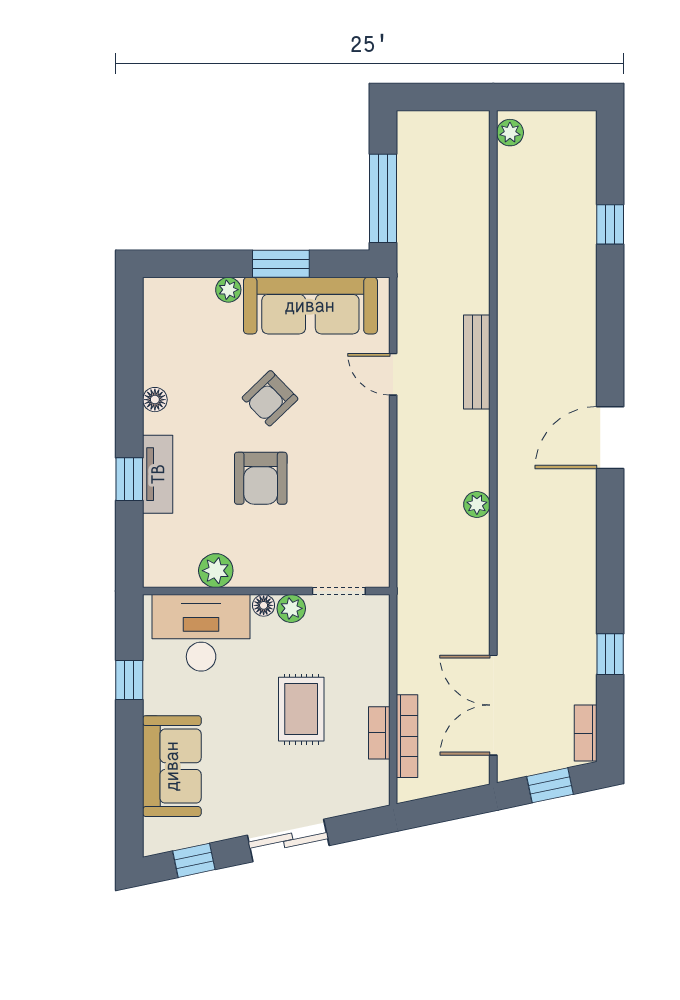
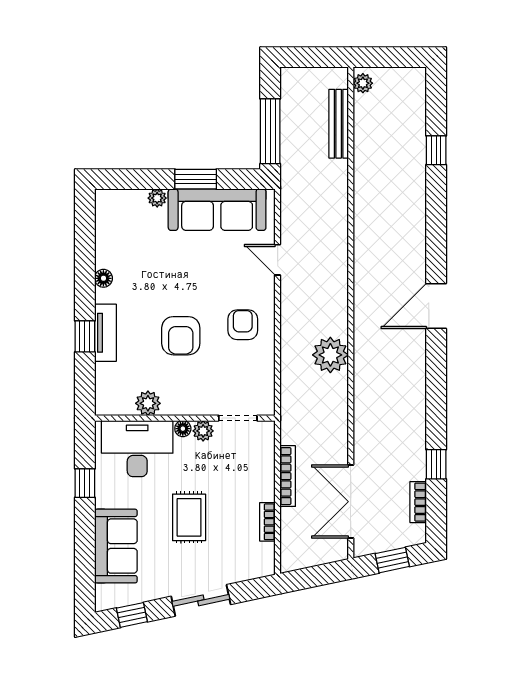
bench: (477, 362) -> (339, 124), moved
armchair: (270, 398) -> (243, 325), moved, turned 134
plant: (477, 504) -> (330, 355), width x1.88, depth x1.88
rug: (301, 709) -> (189, 517), moved
bookcase: (586, 733) -> (418, 502), moved
bookcase: (407, 736) -> (288, 476), moved

